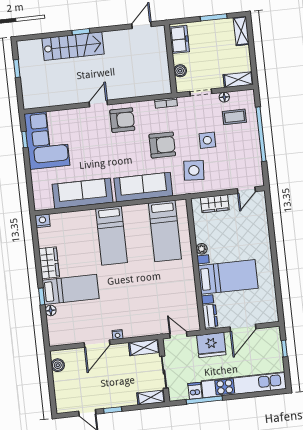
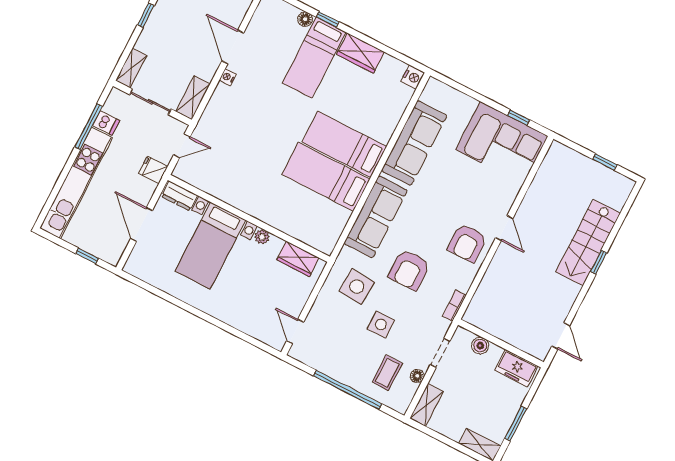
wardrobe: (215, 204) -> (298, 259), moved, turned -90
bed: (165, 231) -> (326, 177), moved
fridge: (211, 345) -> (153, 170), width x0.53, depth x0.75

